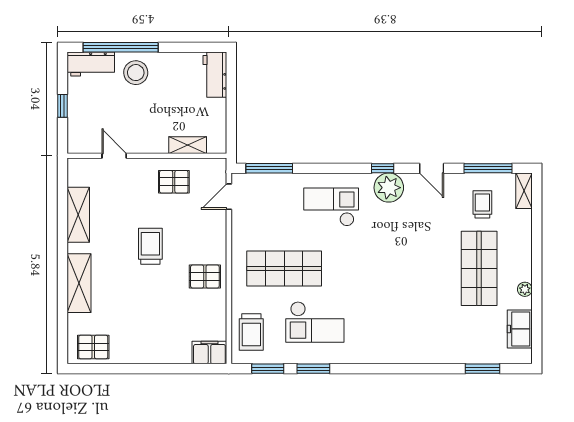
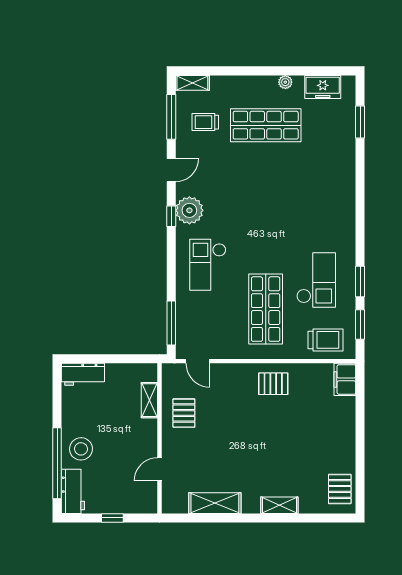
trolley: (150, 246) -> (245, 435), removed
pallet: (205, 277) -> (273, 384), turned 90
shelving: (79, 283) -> (279, 505), width x0.67, depth x0.75

